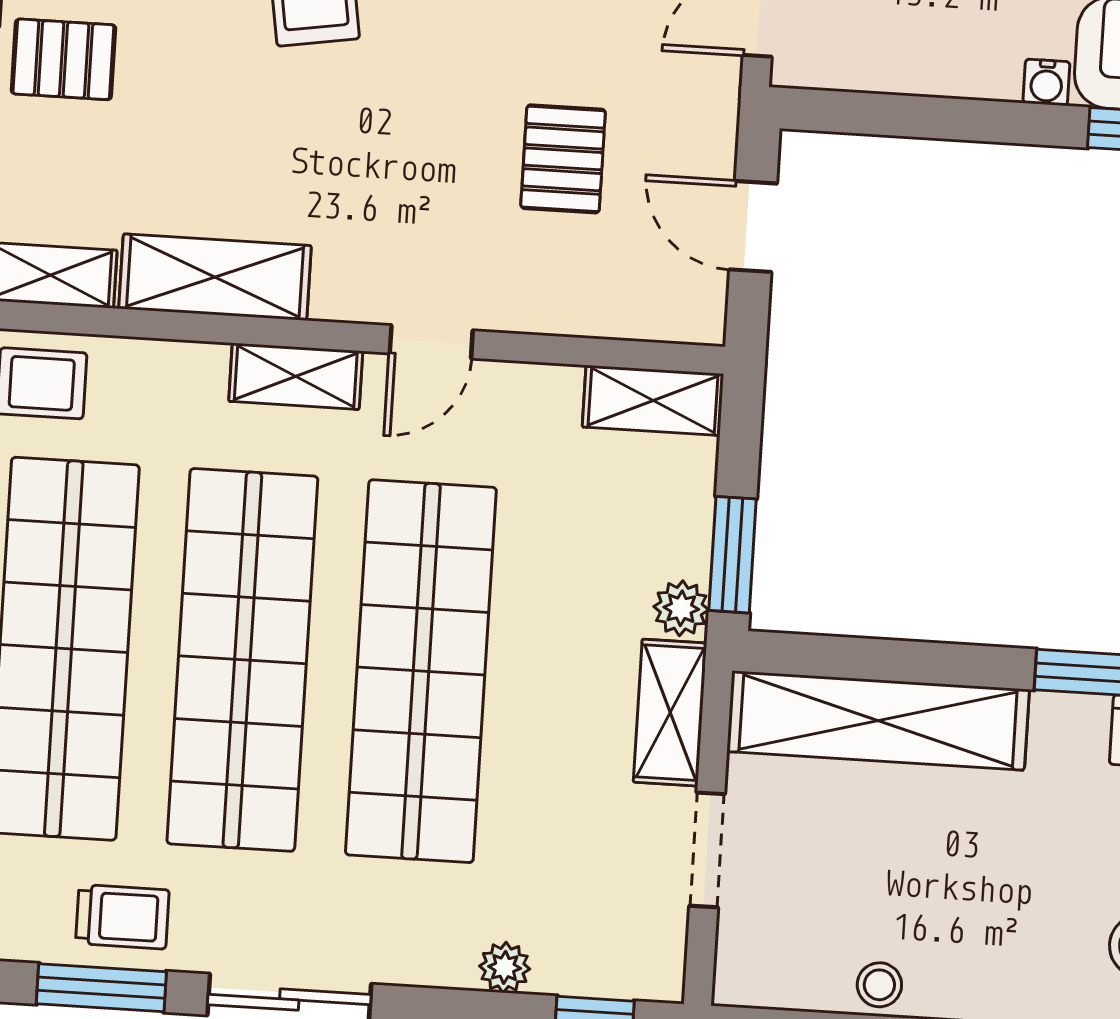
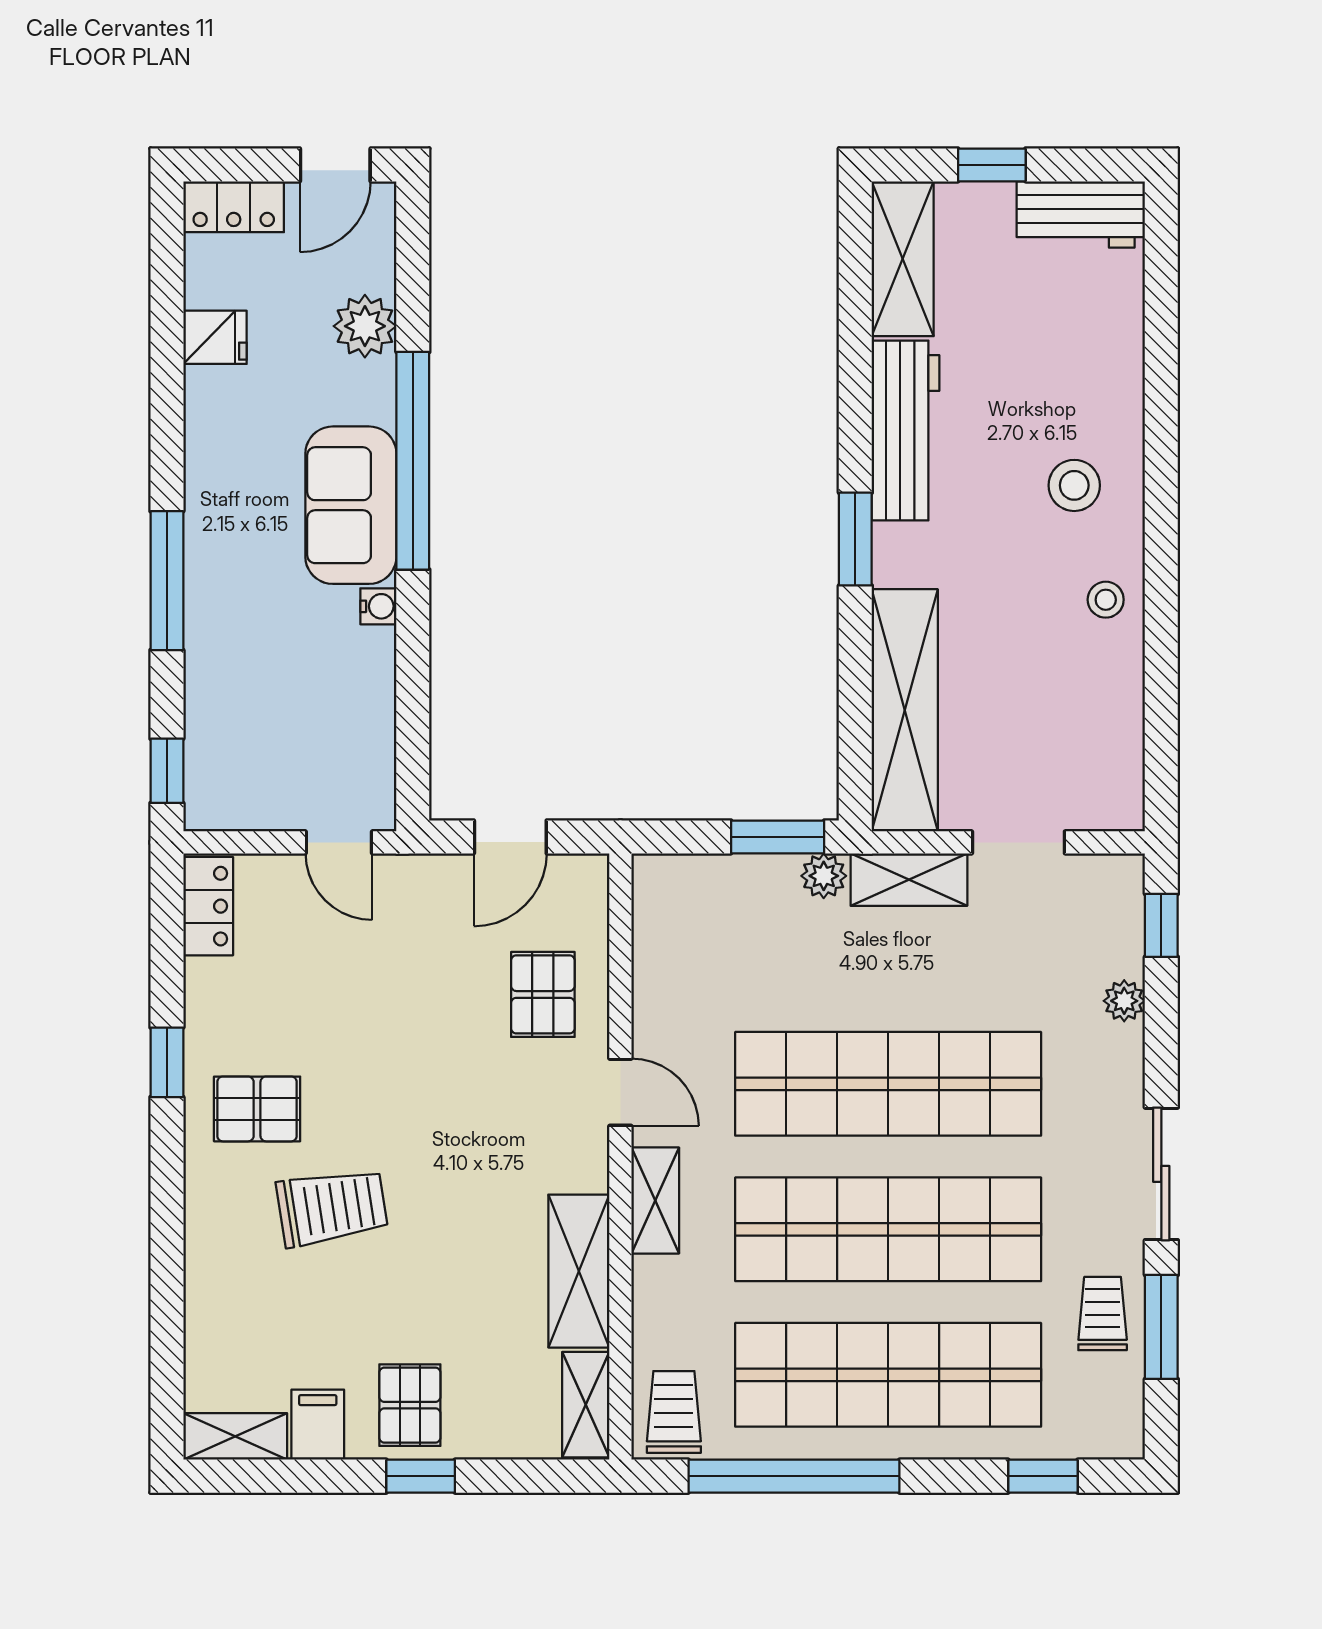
pallet: (563, 159) -> (543, 994), moved, turned 90
shelving: (653, 400) -> (657, 909), removed
stool: (879, 985) -> (1106, 600), moved

